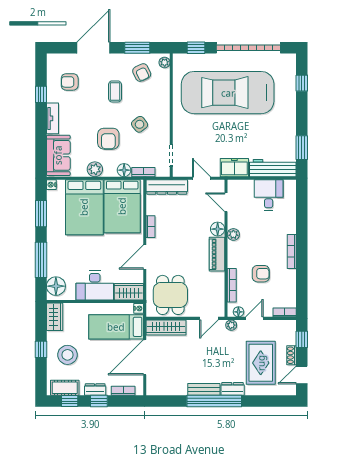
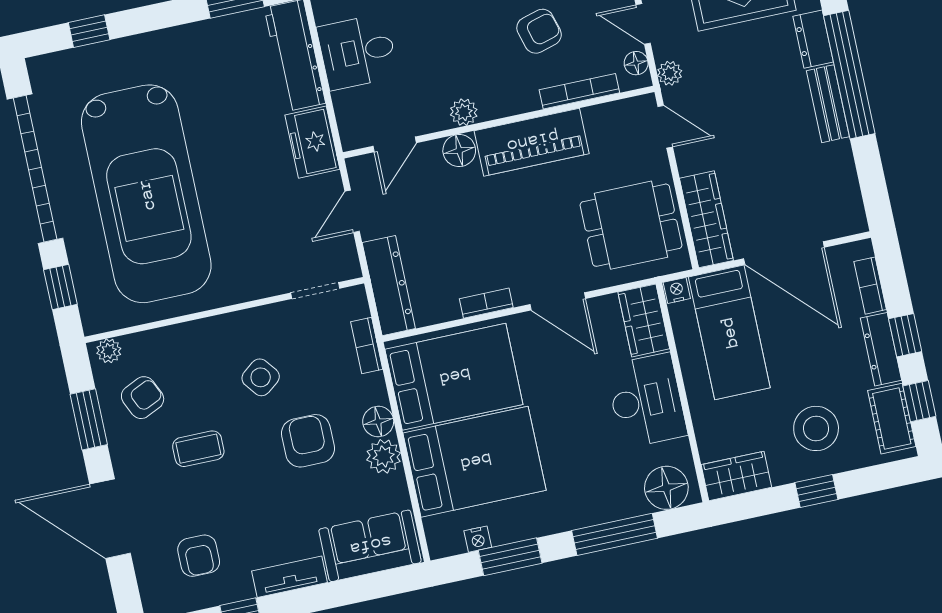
armchair: (108, 139) -> (308, 441), turned -90
floor lamp: (124, 170) -> (378, 421), moved
nightstand: (51, 185) -> (478, 539), moved
piano: (217, 254) -> (532, 142), width x1.37, depth x1.33
armchair: (261, 274) -> (539, 31), turned 74
dresser: (95, 390) -> (881, 349), width x1.44

